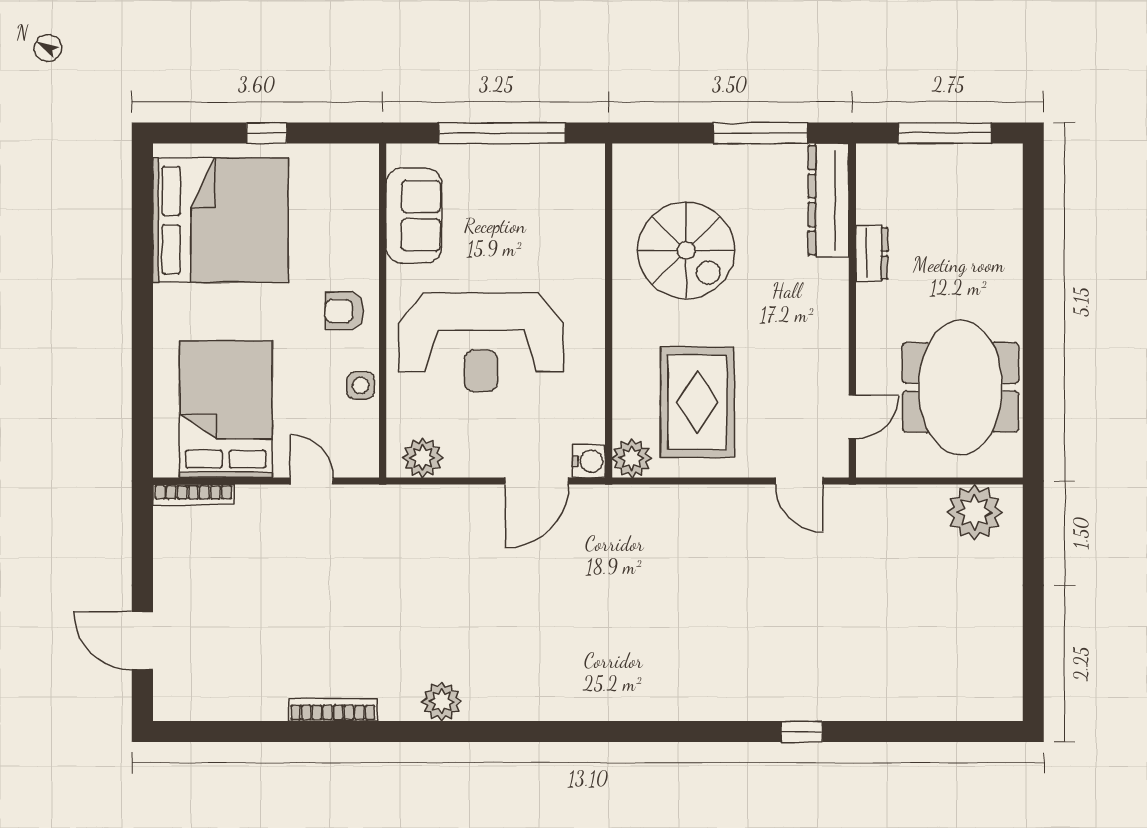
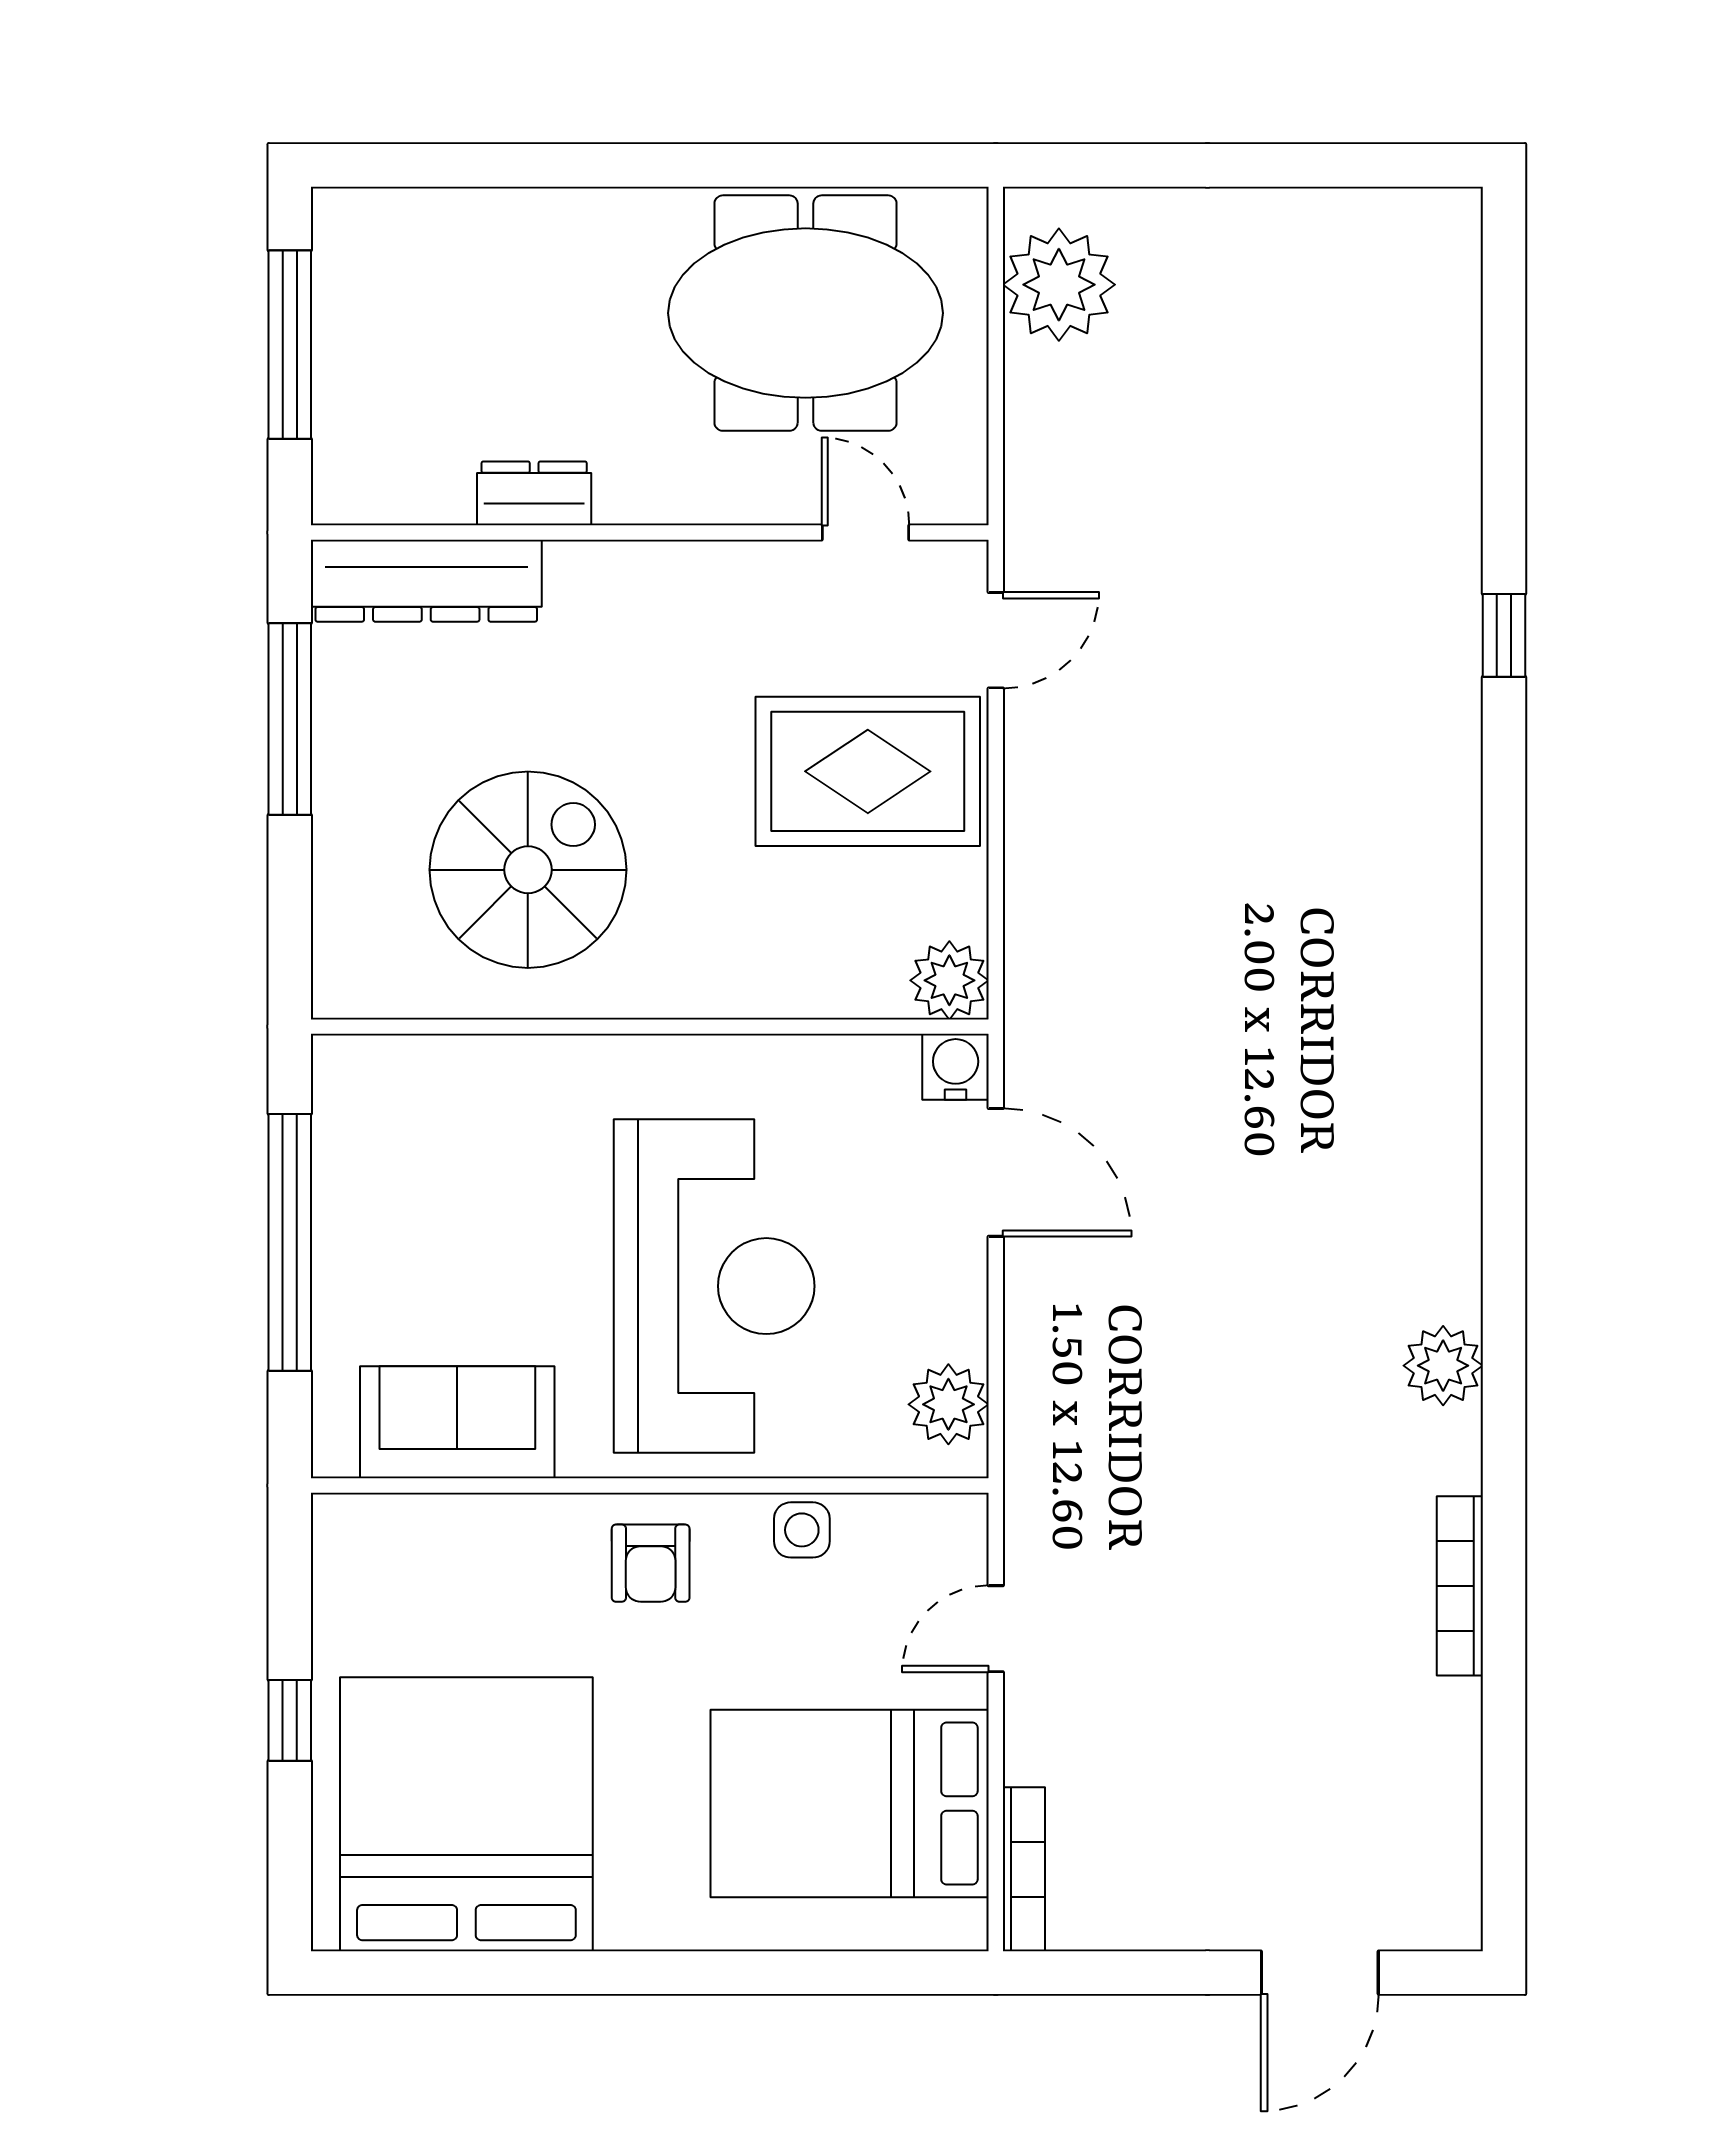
rug: (697, 402) -> (868, 771), moved

